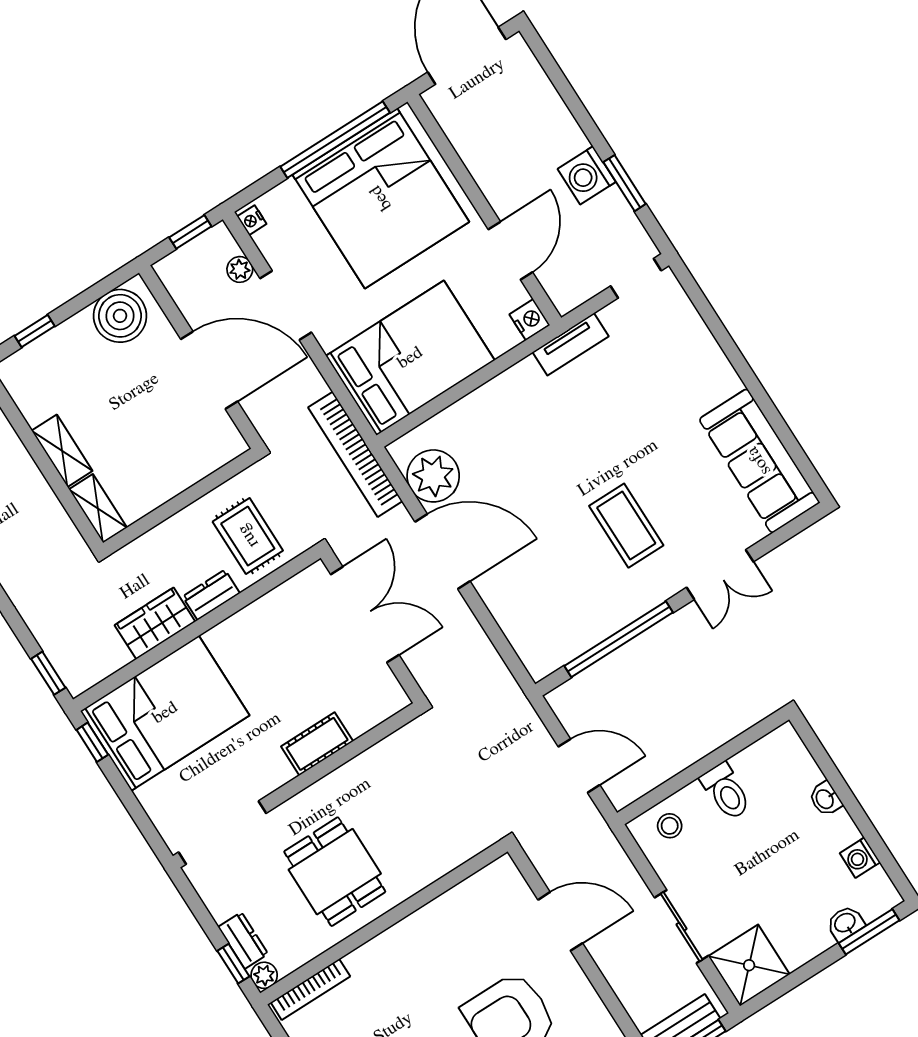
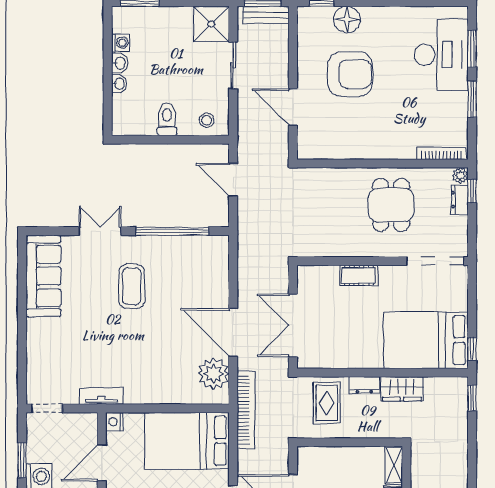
washbasin: (845, 923) -> (120, 63), moved, turned -90

